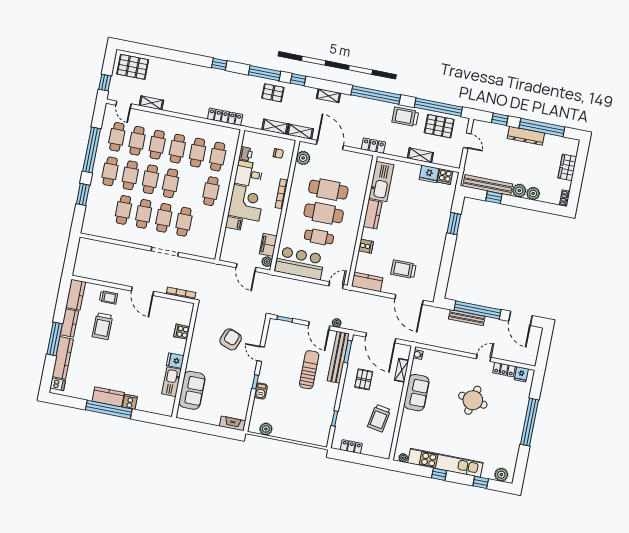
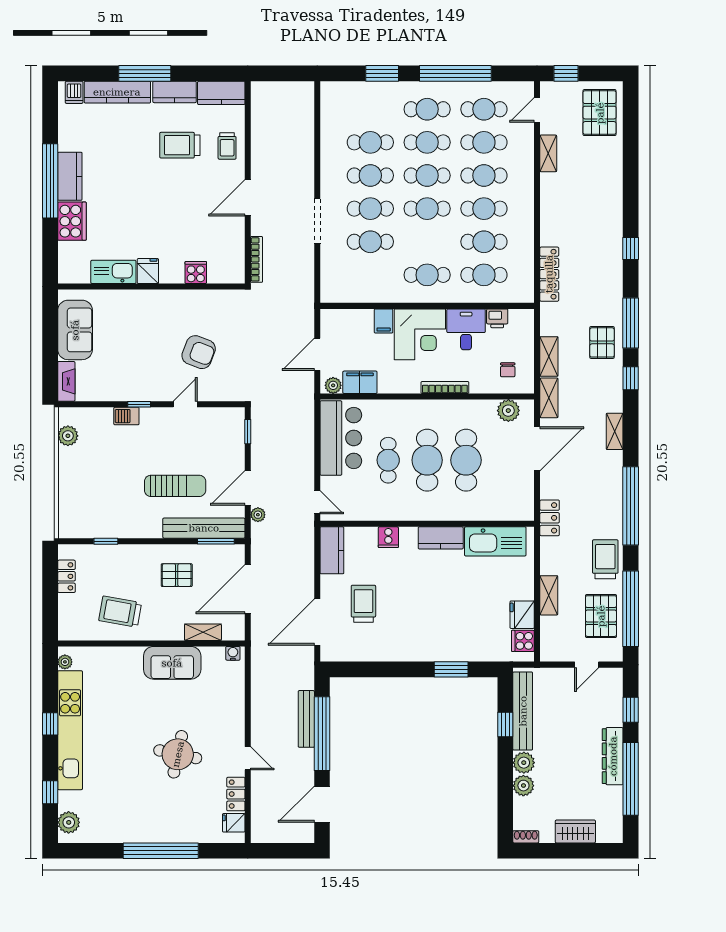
sofa: (192, 390) -> (75, 330), moved, turned -90
cooker: (130, 402) -> (72, 221), width x1.87, depth x1.31

